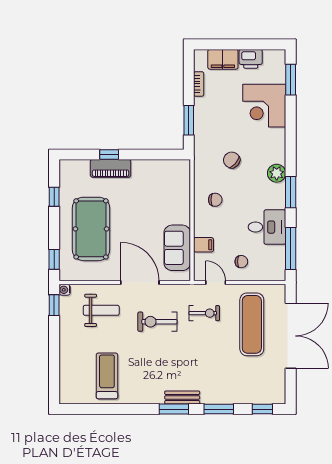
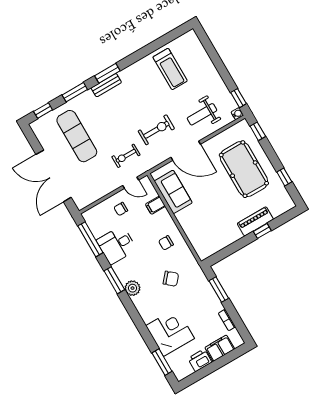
exercise mat: (252, 324) -> (77, 136), moved

